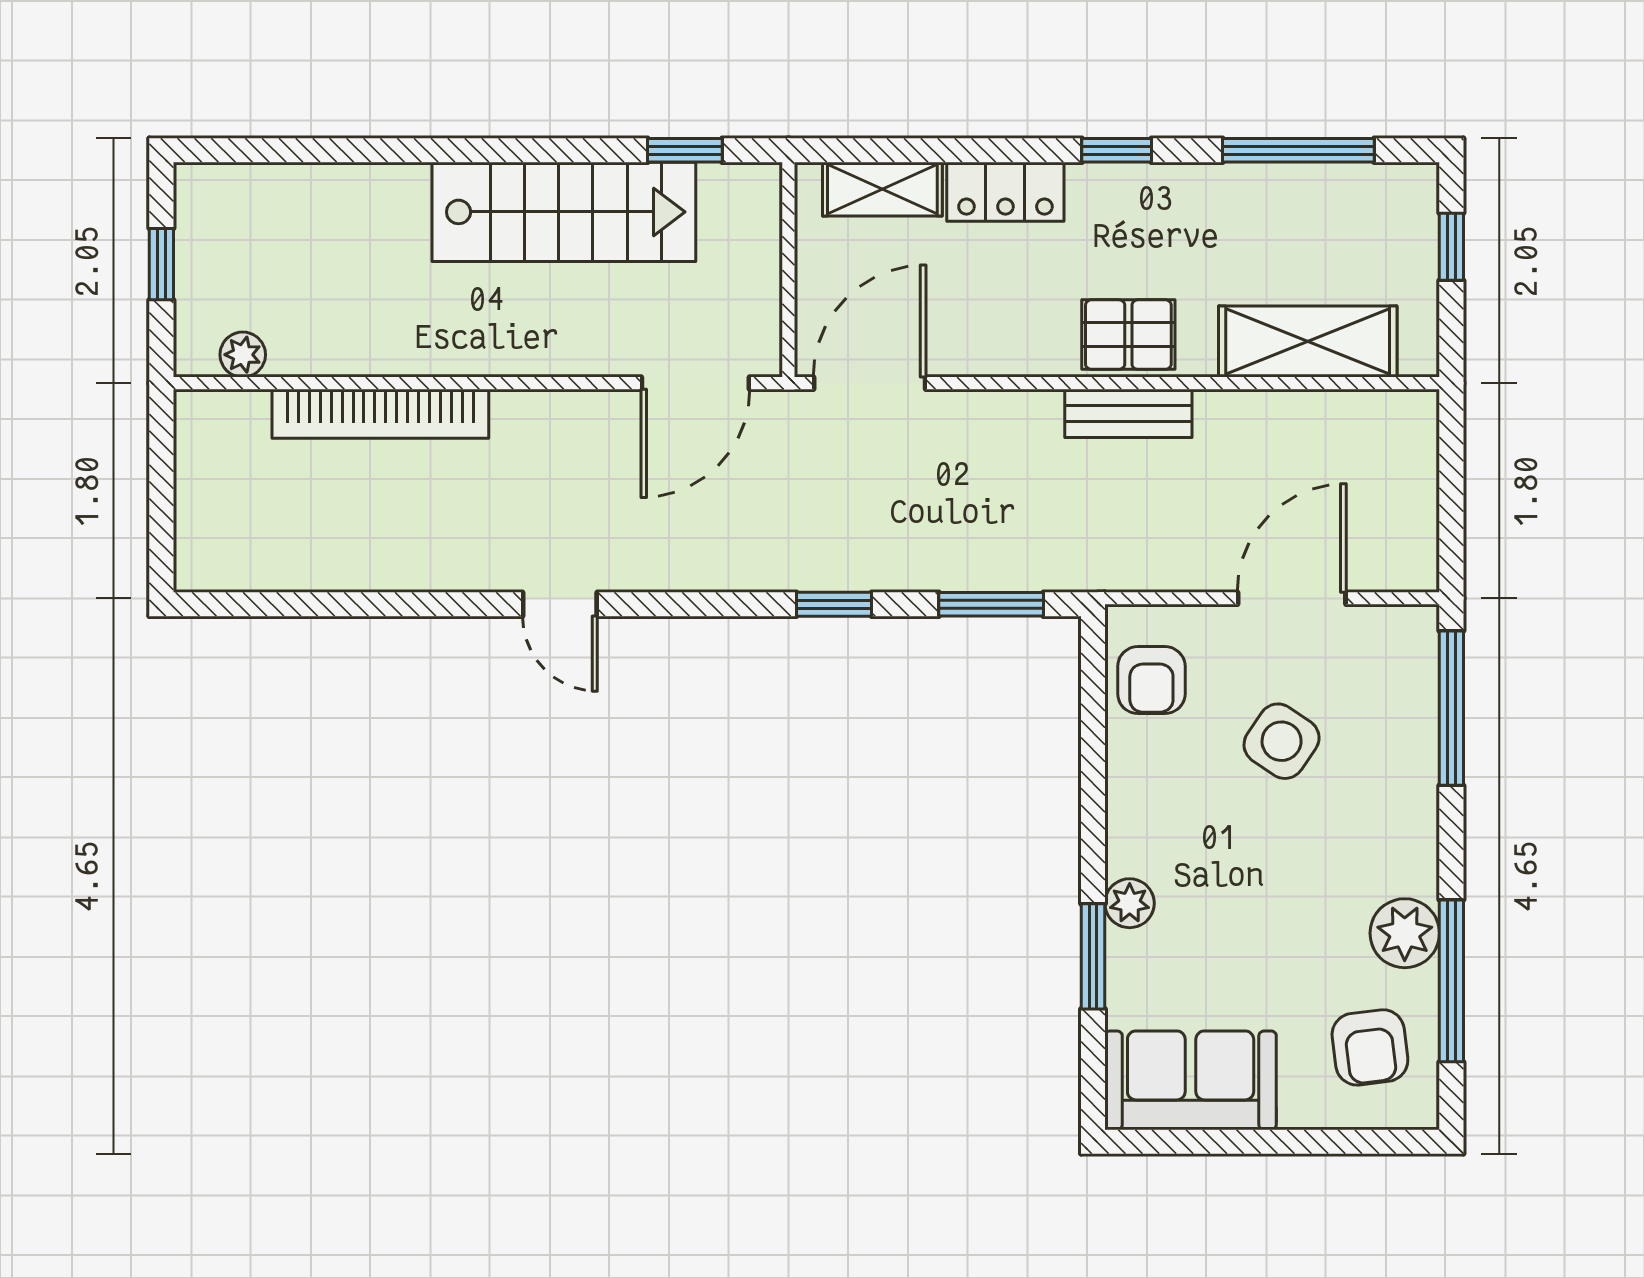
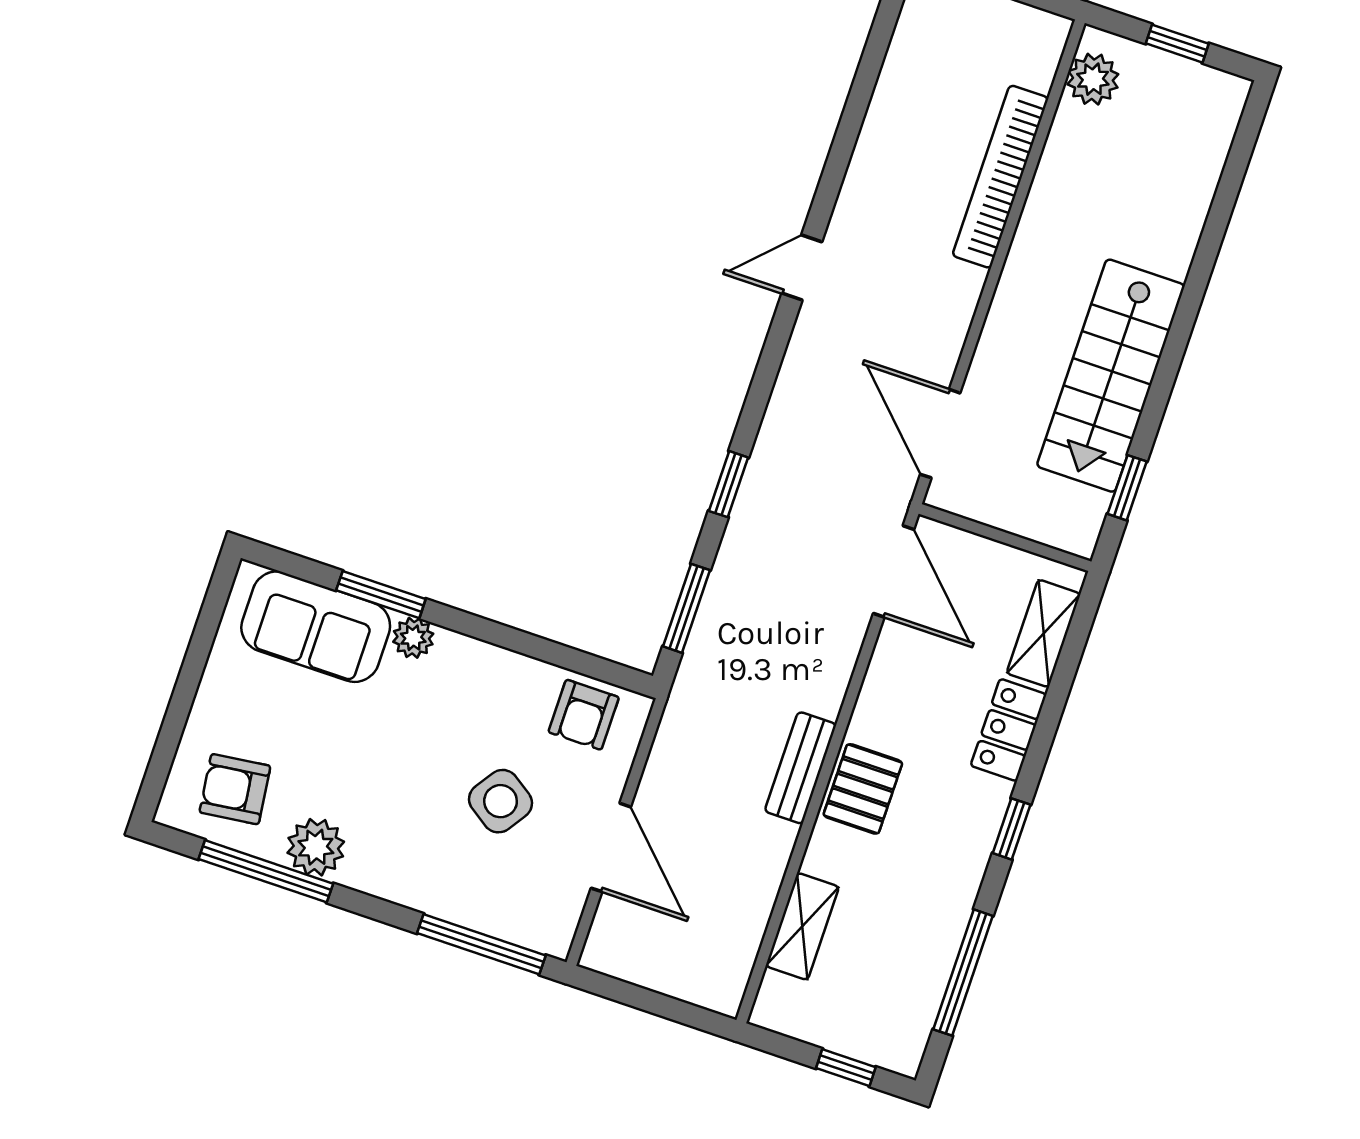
shelving: (1308, 342) -> (802, 926), width x0.67, depth x0.75
plant: (243, 355) -> (1093, 79), width x1.38, depth x1.38
armchair: (1151, 680) -> (584, 715), turned -90
sofa: (1191, 1080) -> (316, 627), moved, turned 90

